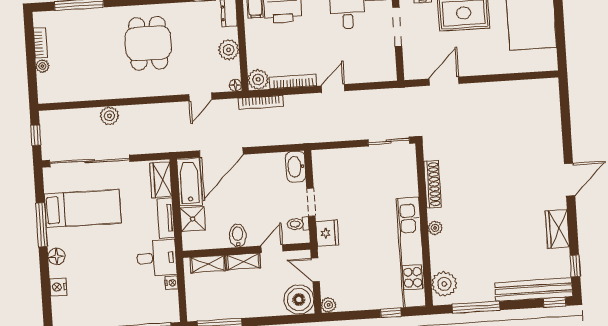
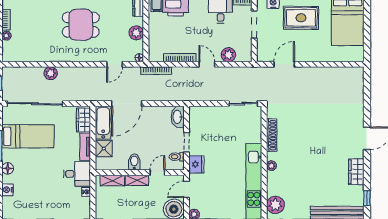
dining table: (148, 43) -> (81, 25), turned 90
plant: (258, 79) -> (228, 55), moved
door: (333, 88) -> (207, 64), hinge flipped
door: (315, 270) -> (187, 189), hinge flipped

